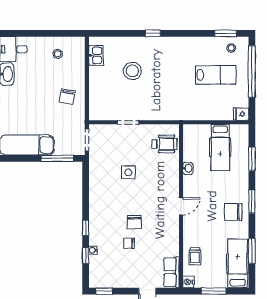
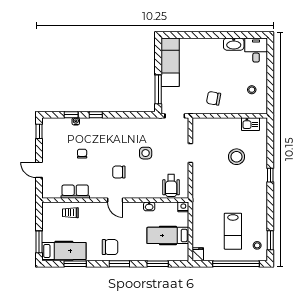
chair: (233, 212) -> (110, 247), turned 90
chair: (134, 222) -> (119, 172), moved
row of seats: (171, 272) -> (75, 192), moved
nightstand: (188, 282) -> (183, 207), moved
window: (214, 291) -> (39, 242), moved

